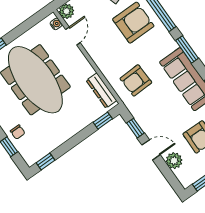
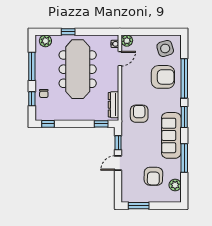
armchair: (136, 80) -> (139, 114), turned 92
door: (151, 150) -> (118, 163), swing flipped
plant: (174, 161) -> (127, 180), removed

